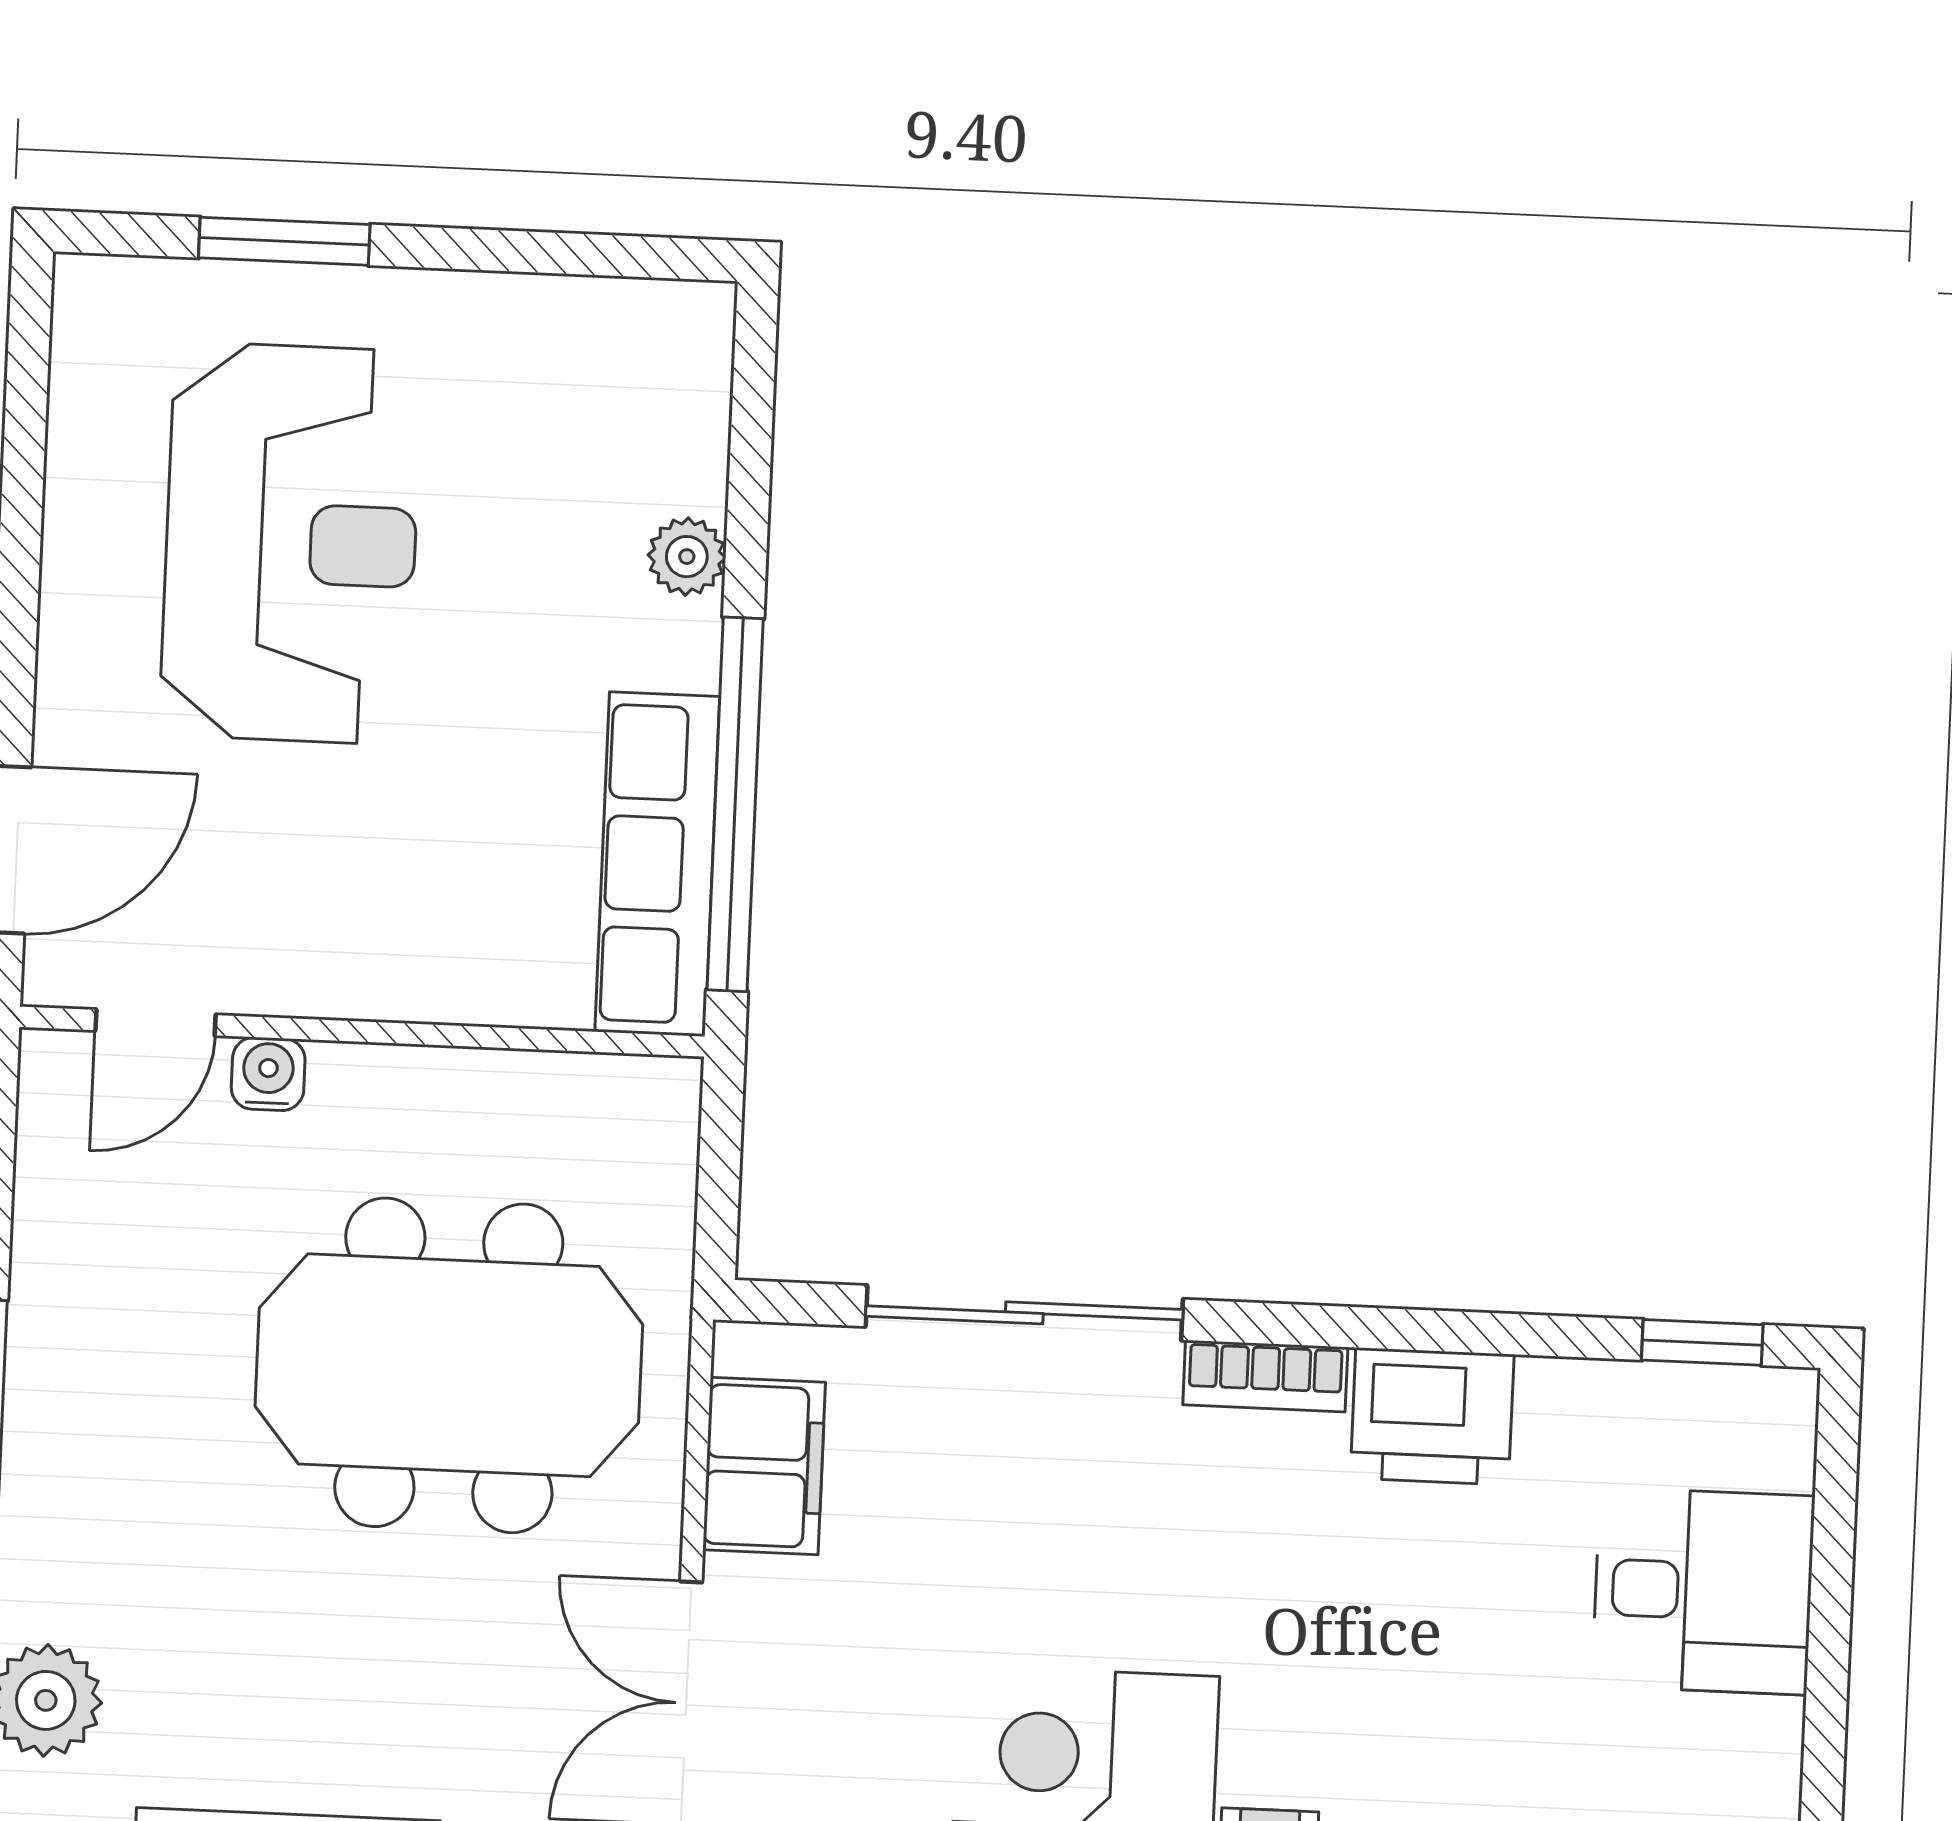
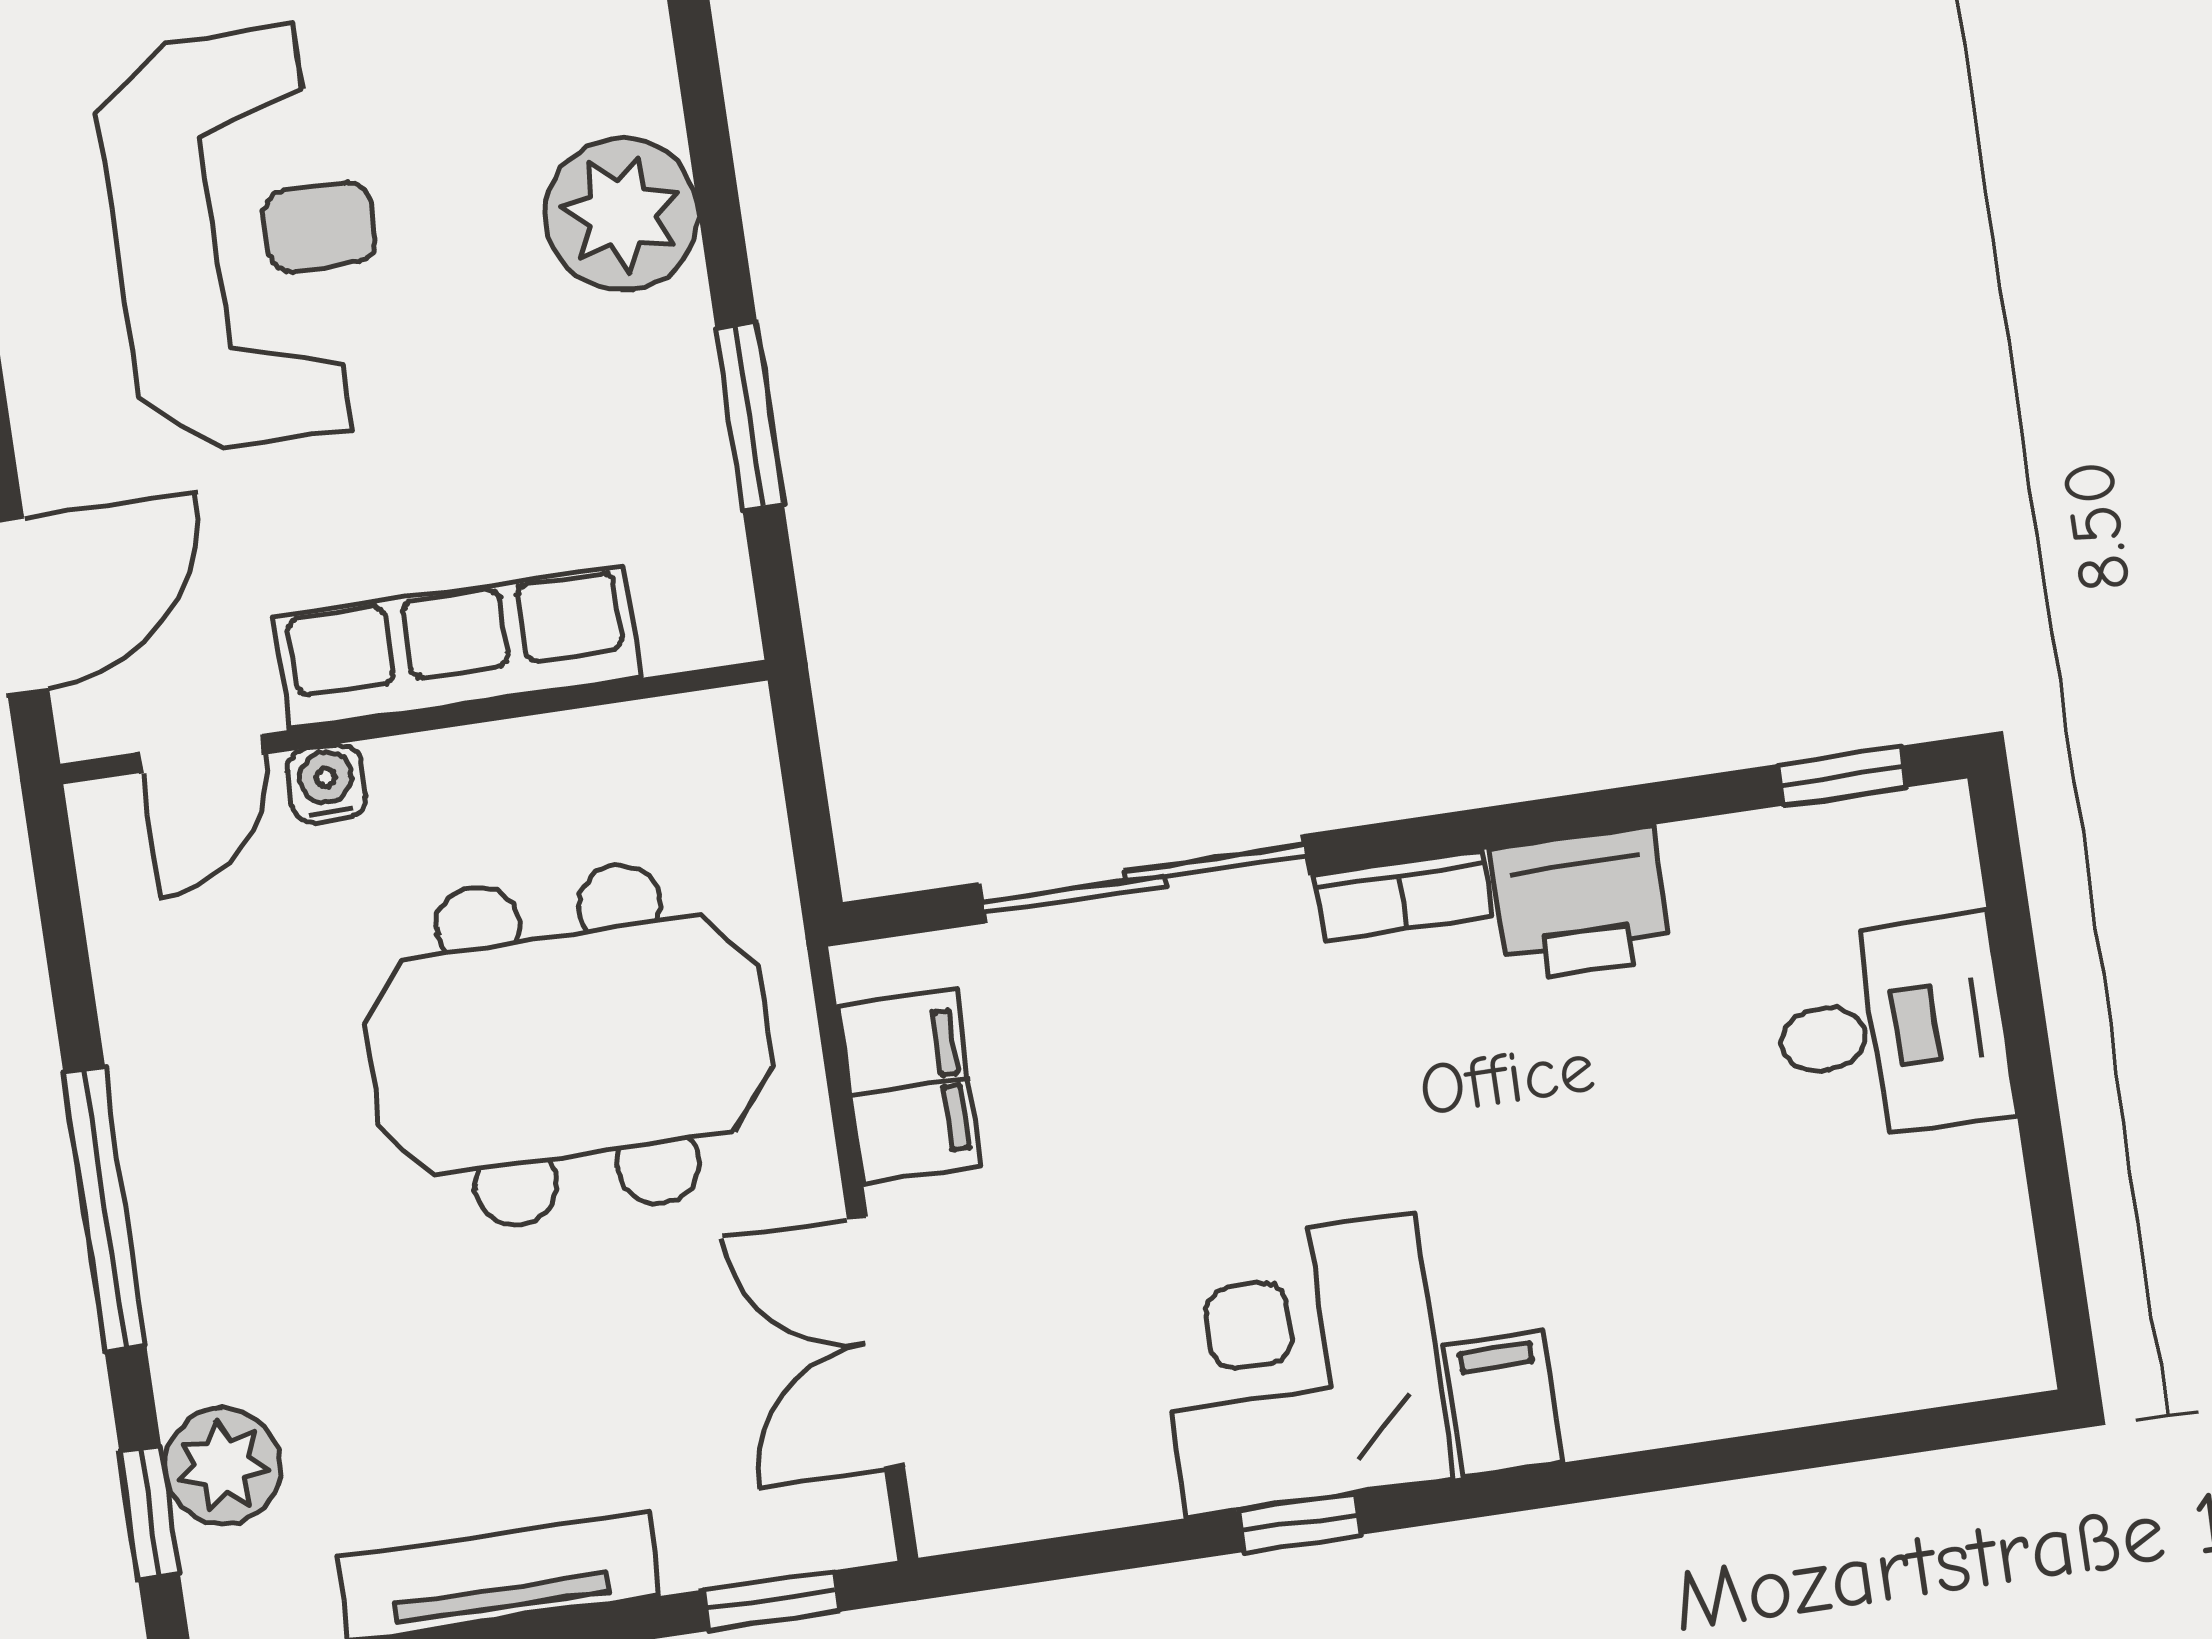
plant: (687, 557) -> (622, 214), width x1.88, depth x1.88
window: (735, 804) -> (750, 417), width x0.47
row of seats: (657, 864) -> (457, 647), moved, turned 90

